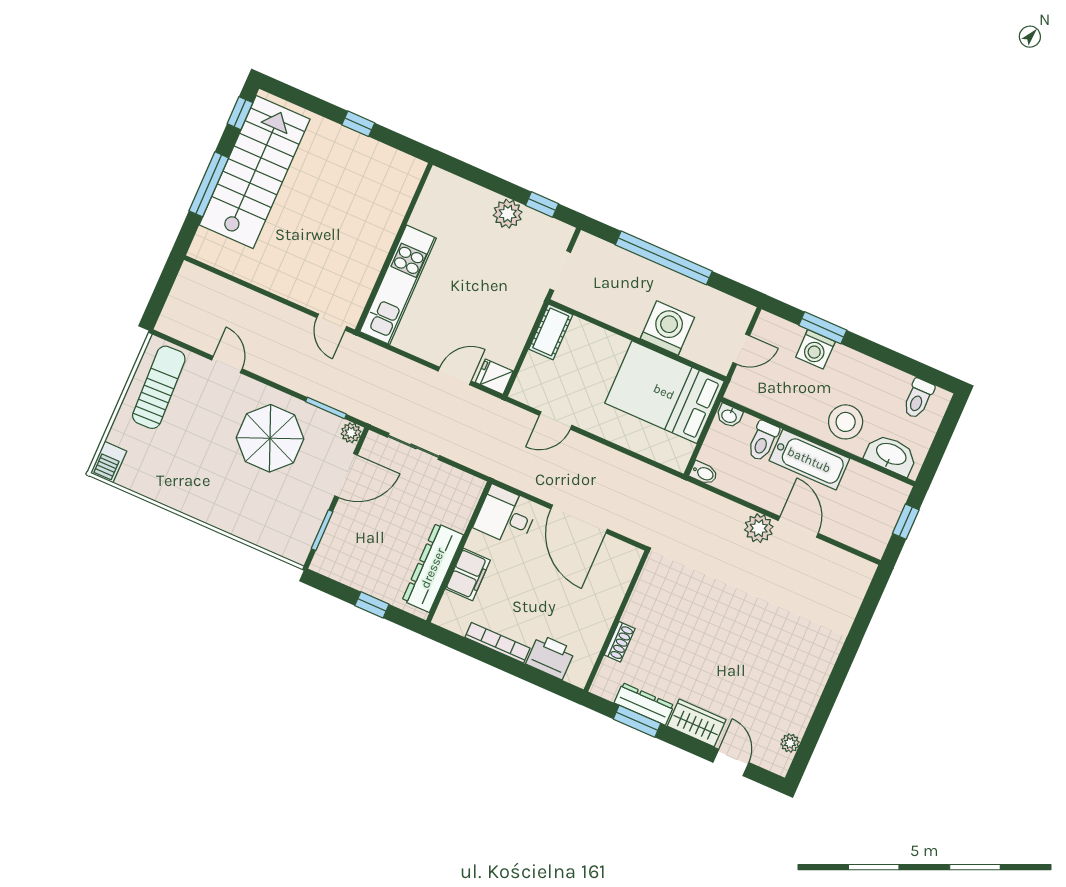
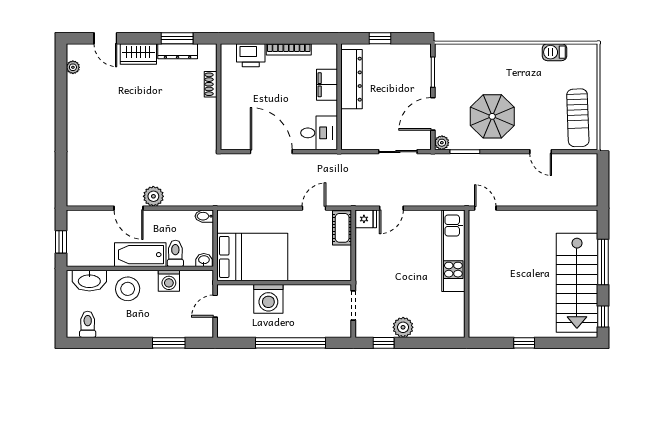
cot: (551, 332) -> (342, 228), moved
washing machine: (815, 349) -> (169, 281), moved, turned 180
barbecue: (109, 462) -> (554, 52), moved, turned -90

